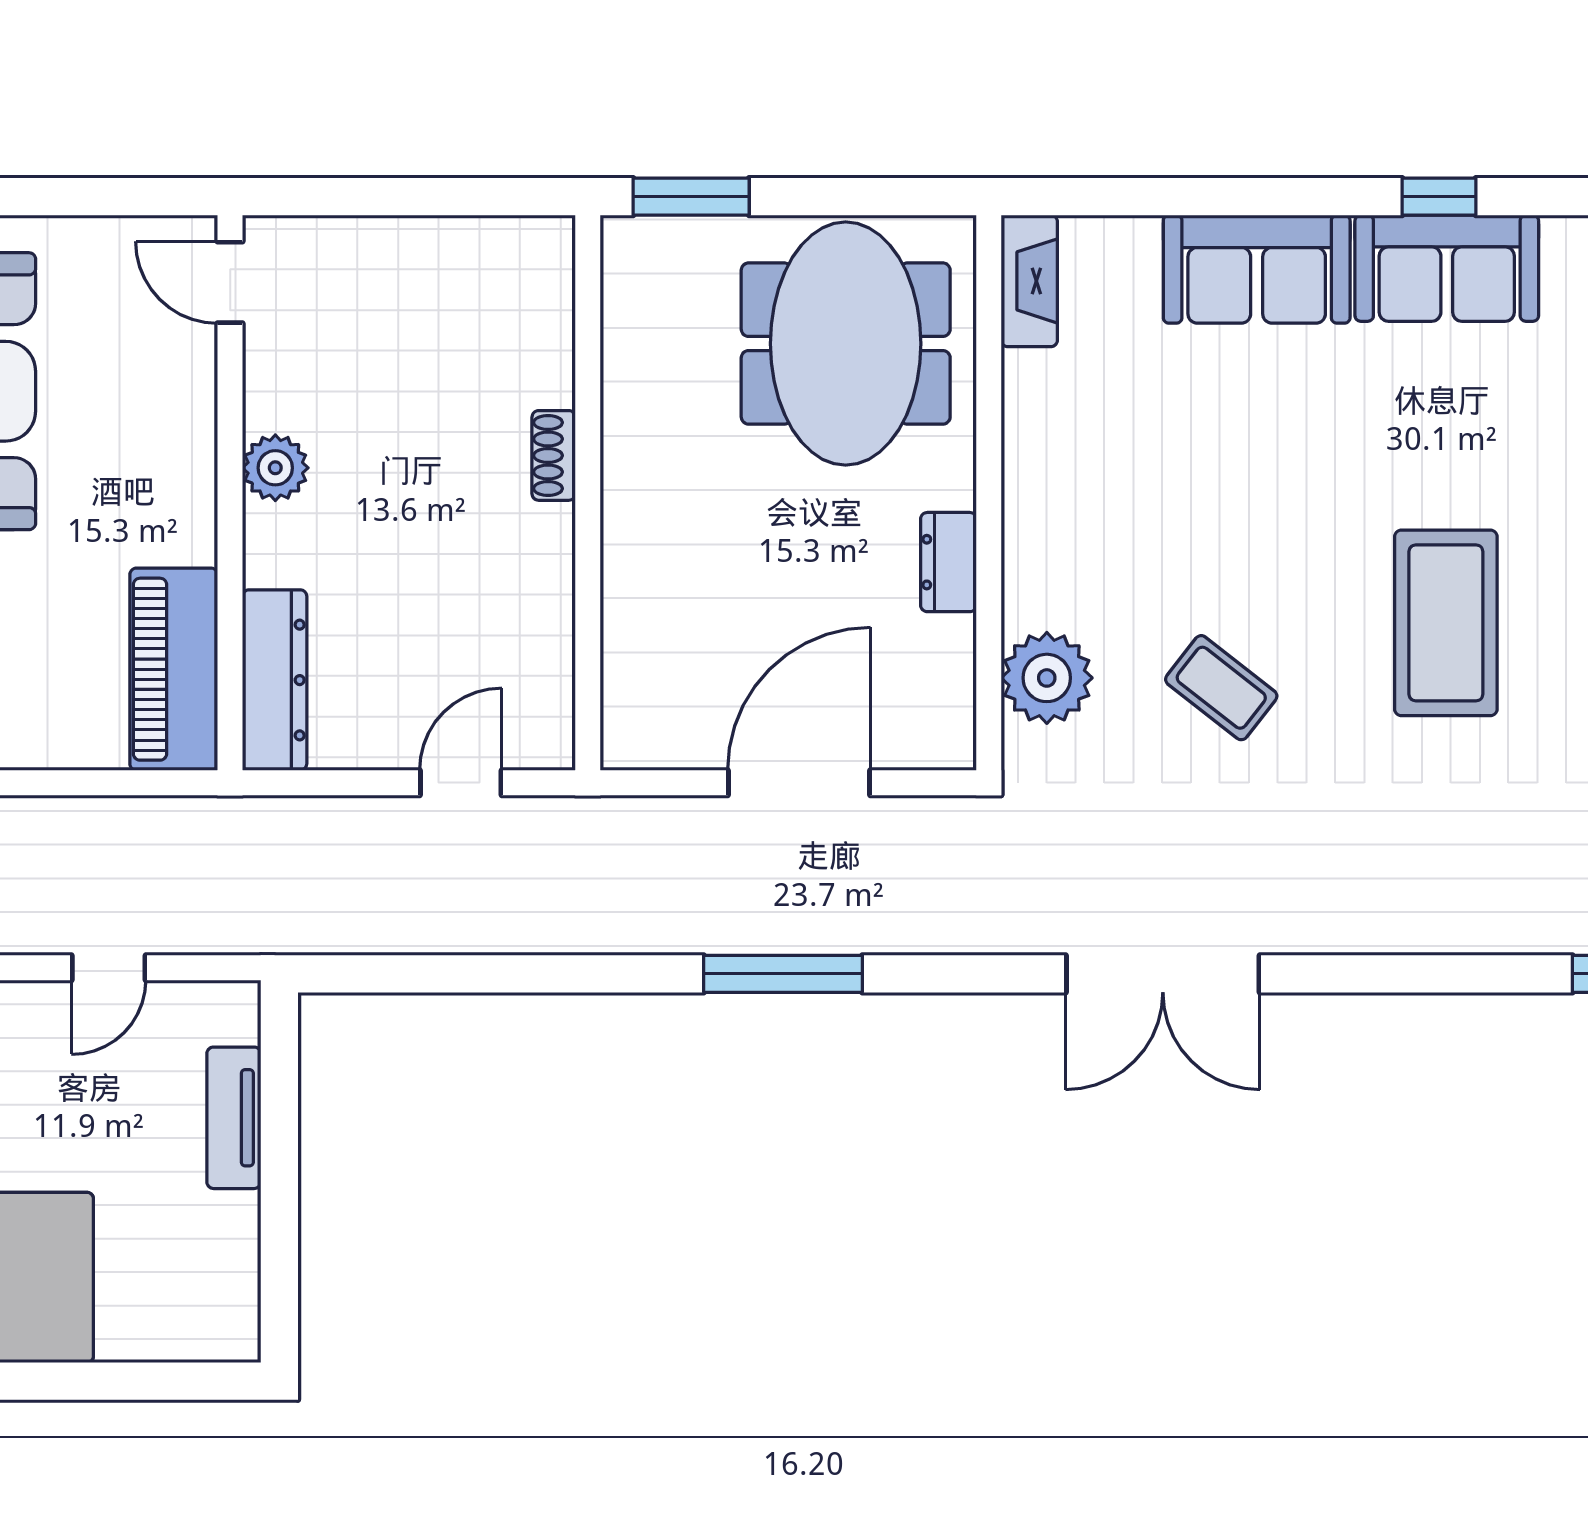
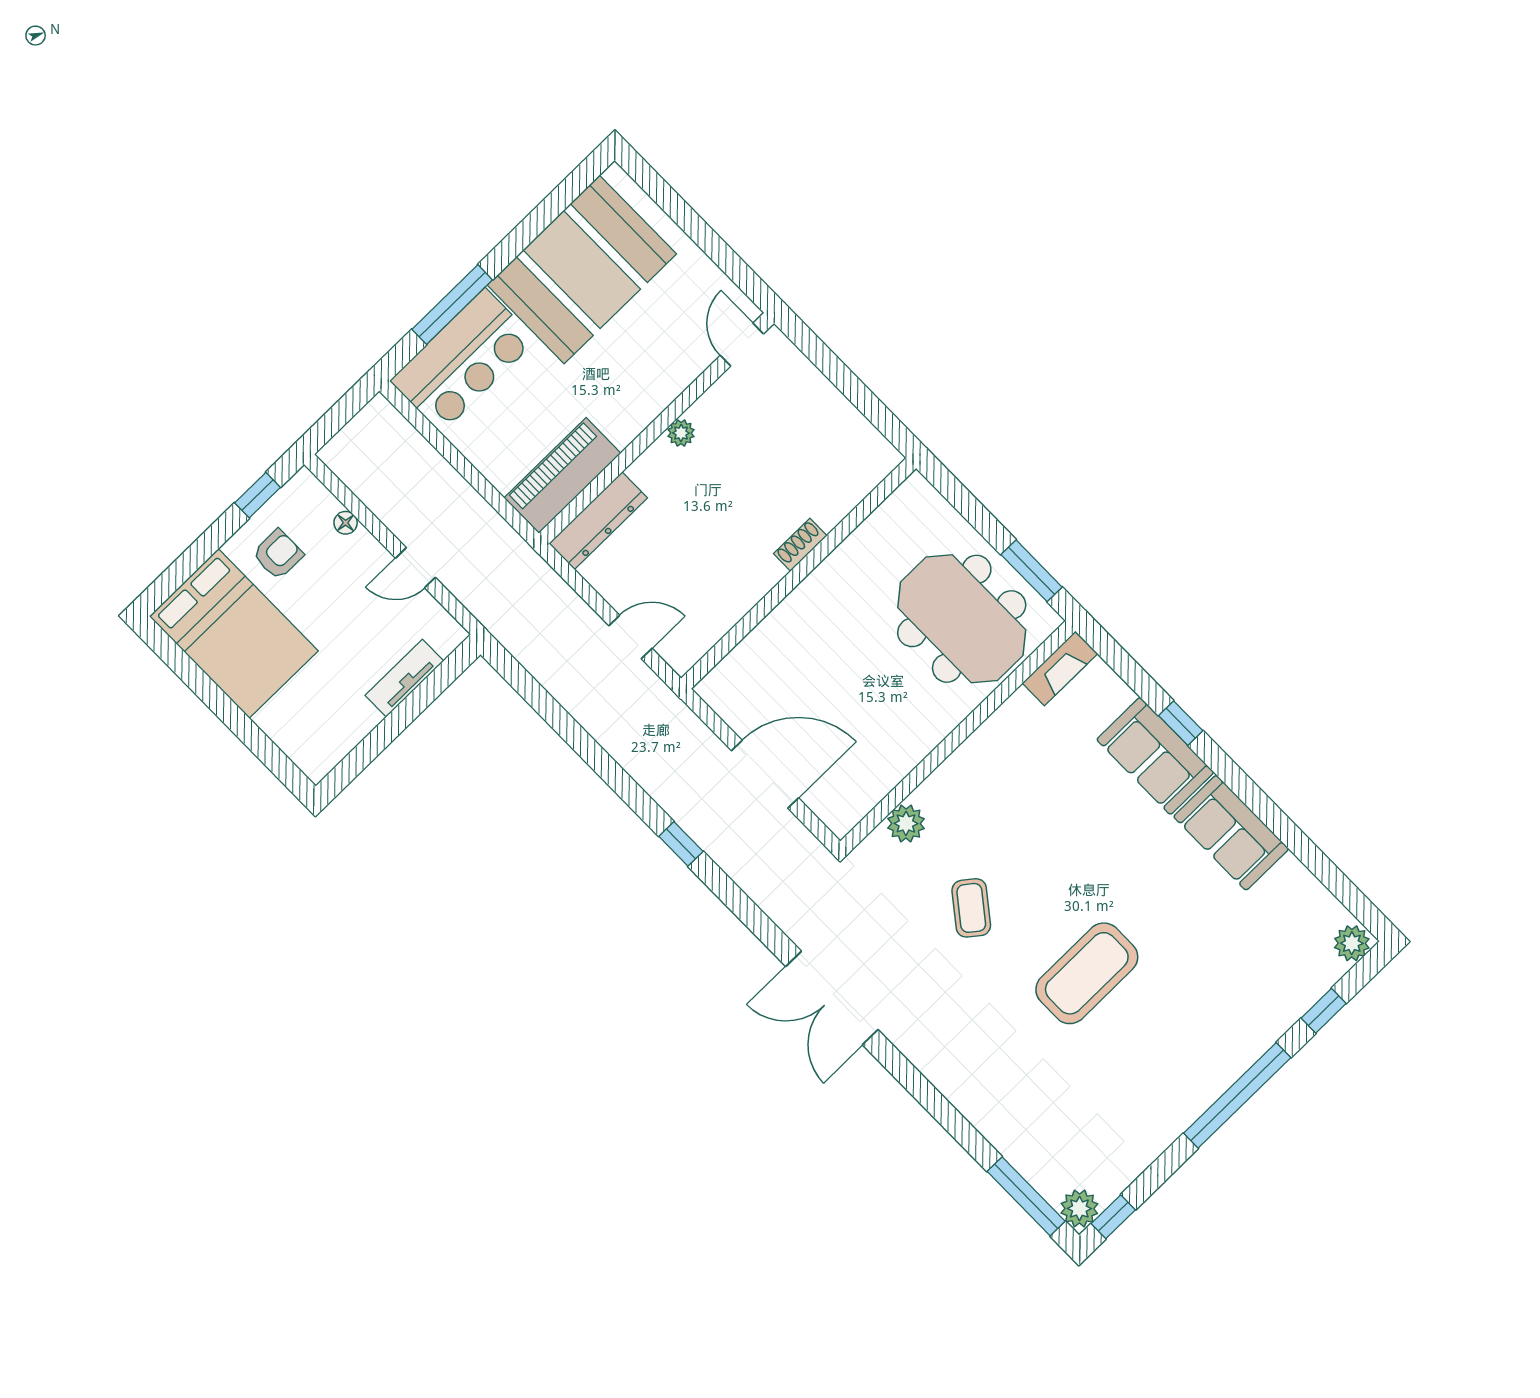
window: (691, 197) -> (1032, 571), moved
window: (1439, 197) -> (1181, 723), moved
meeting table: (846, 344) -> (962, 619), turned 90
plant: (275, 468) -> (681, 433), width x0.73, depth x0.73
dresser: (949, 562) -> (914, 747), removed
plant: (1047, 678) -> (906, 823), width x0.73, depth x0.73
window: (783, 974) -> (681, 844), width x0.46

